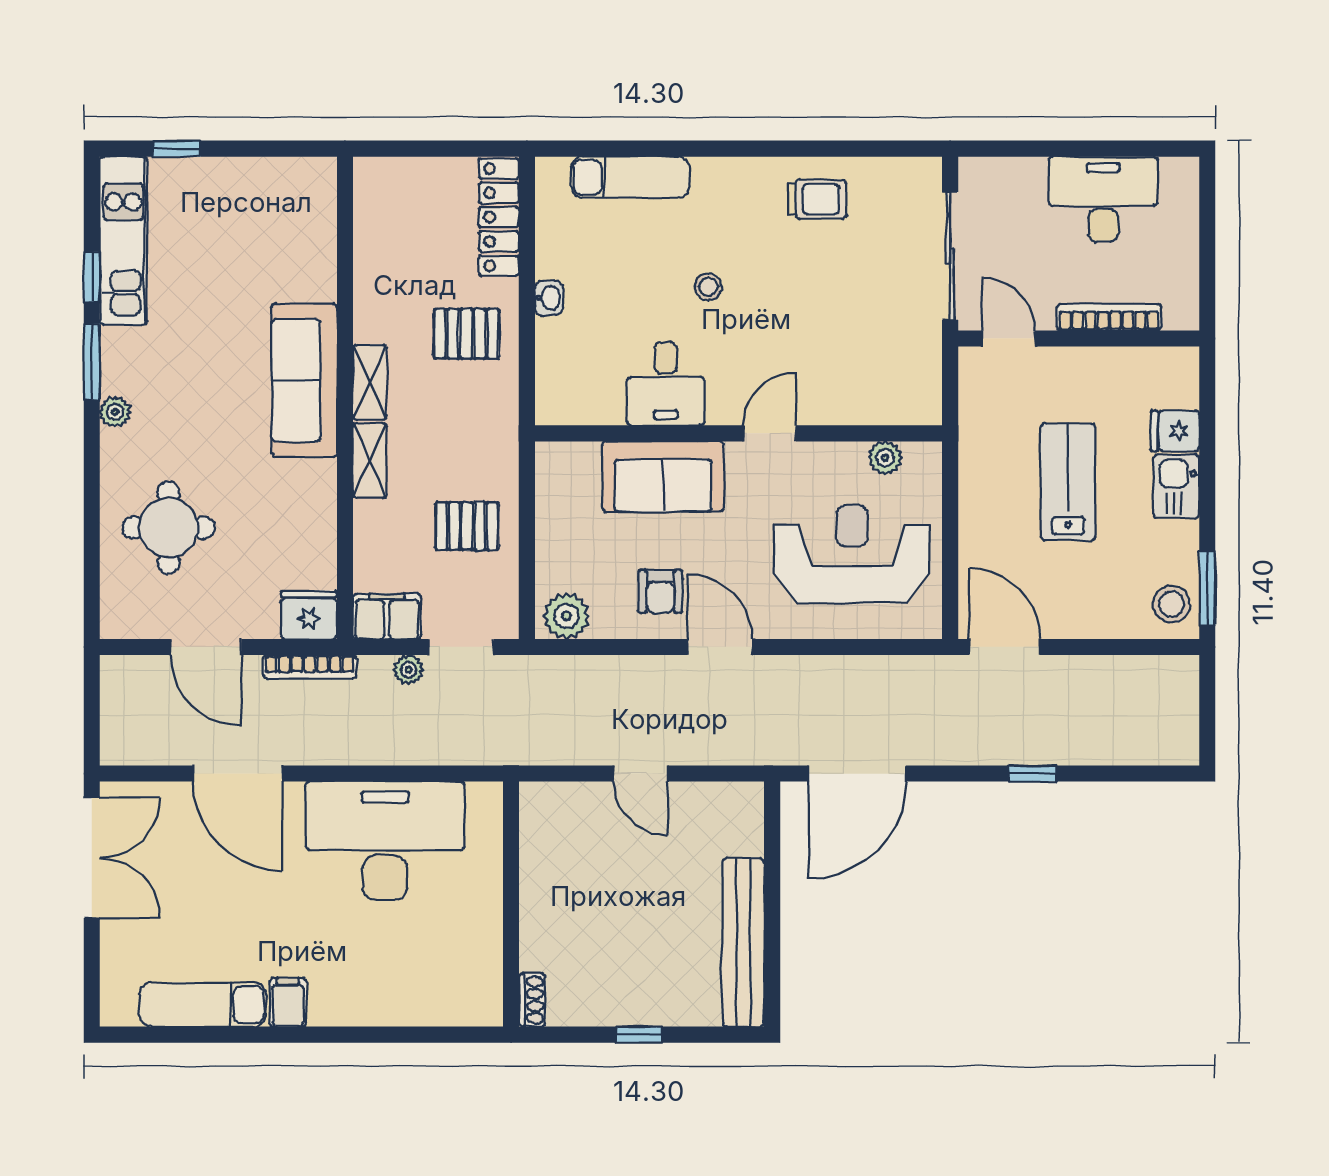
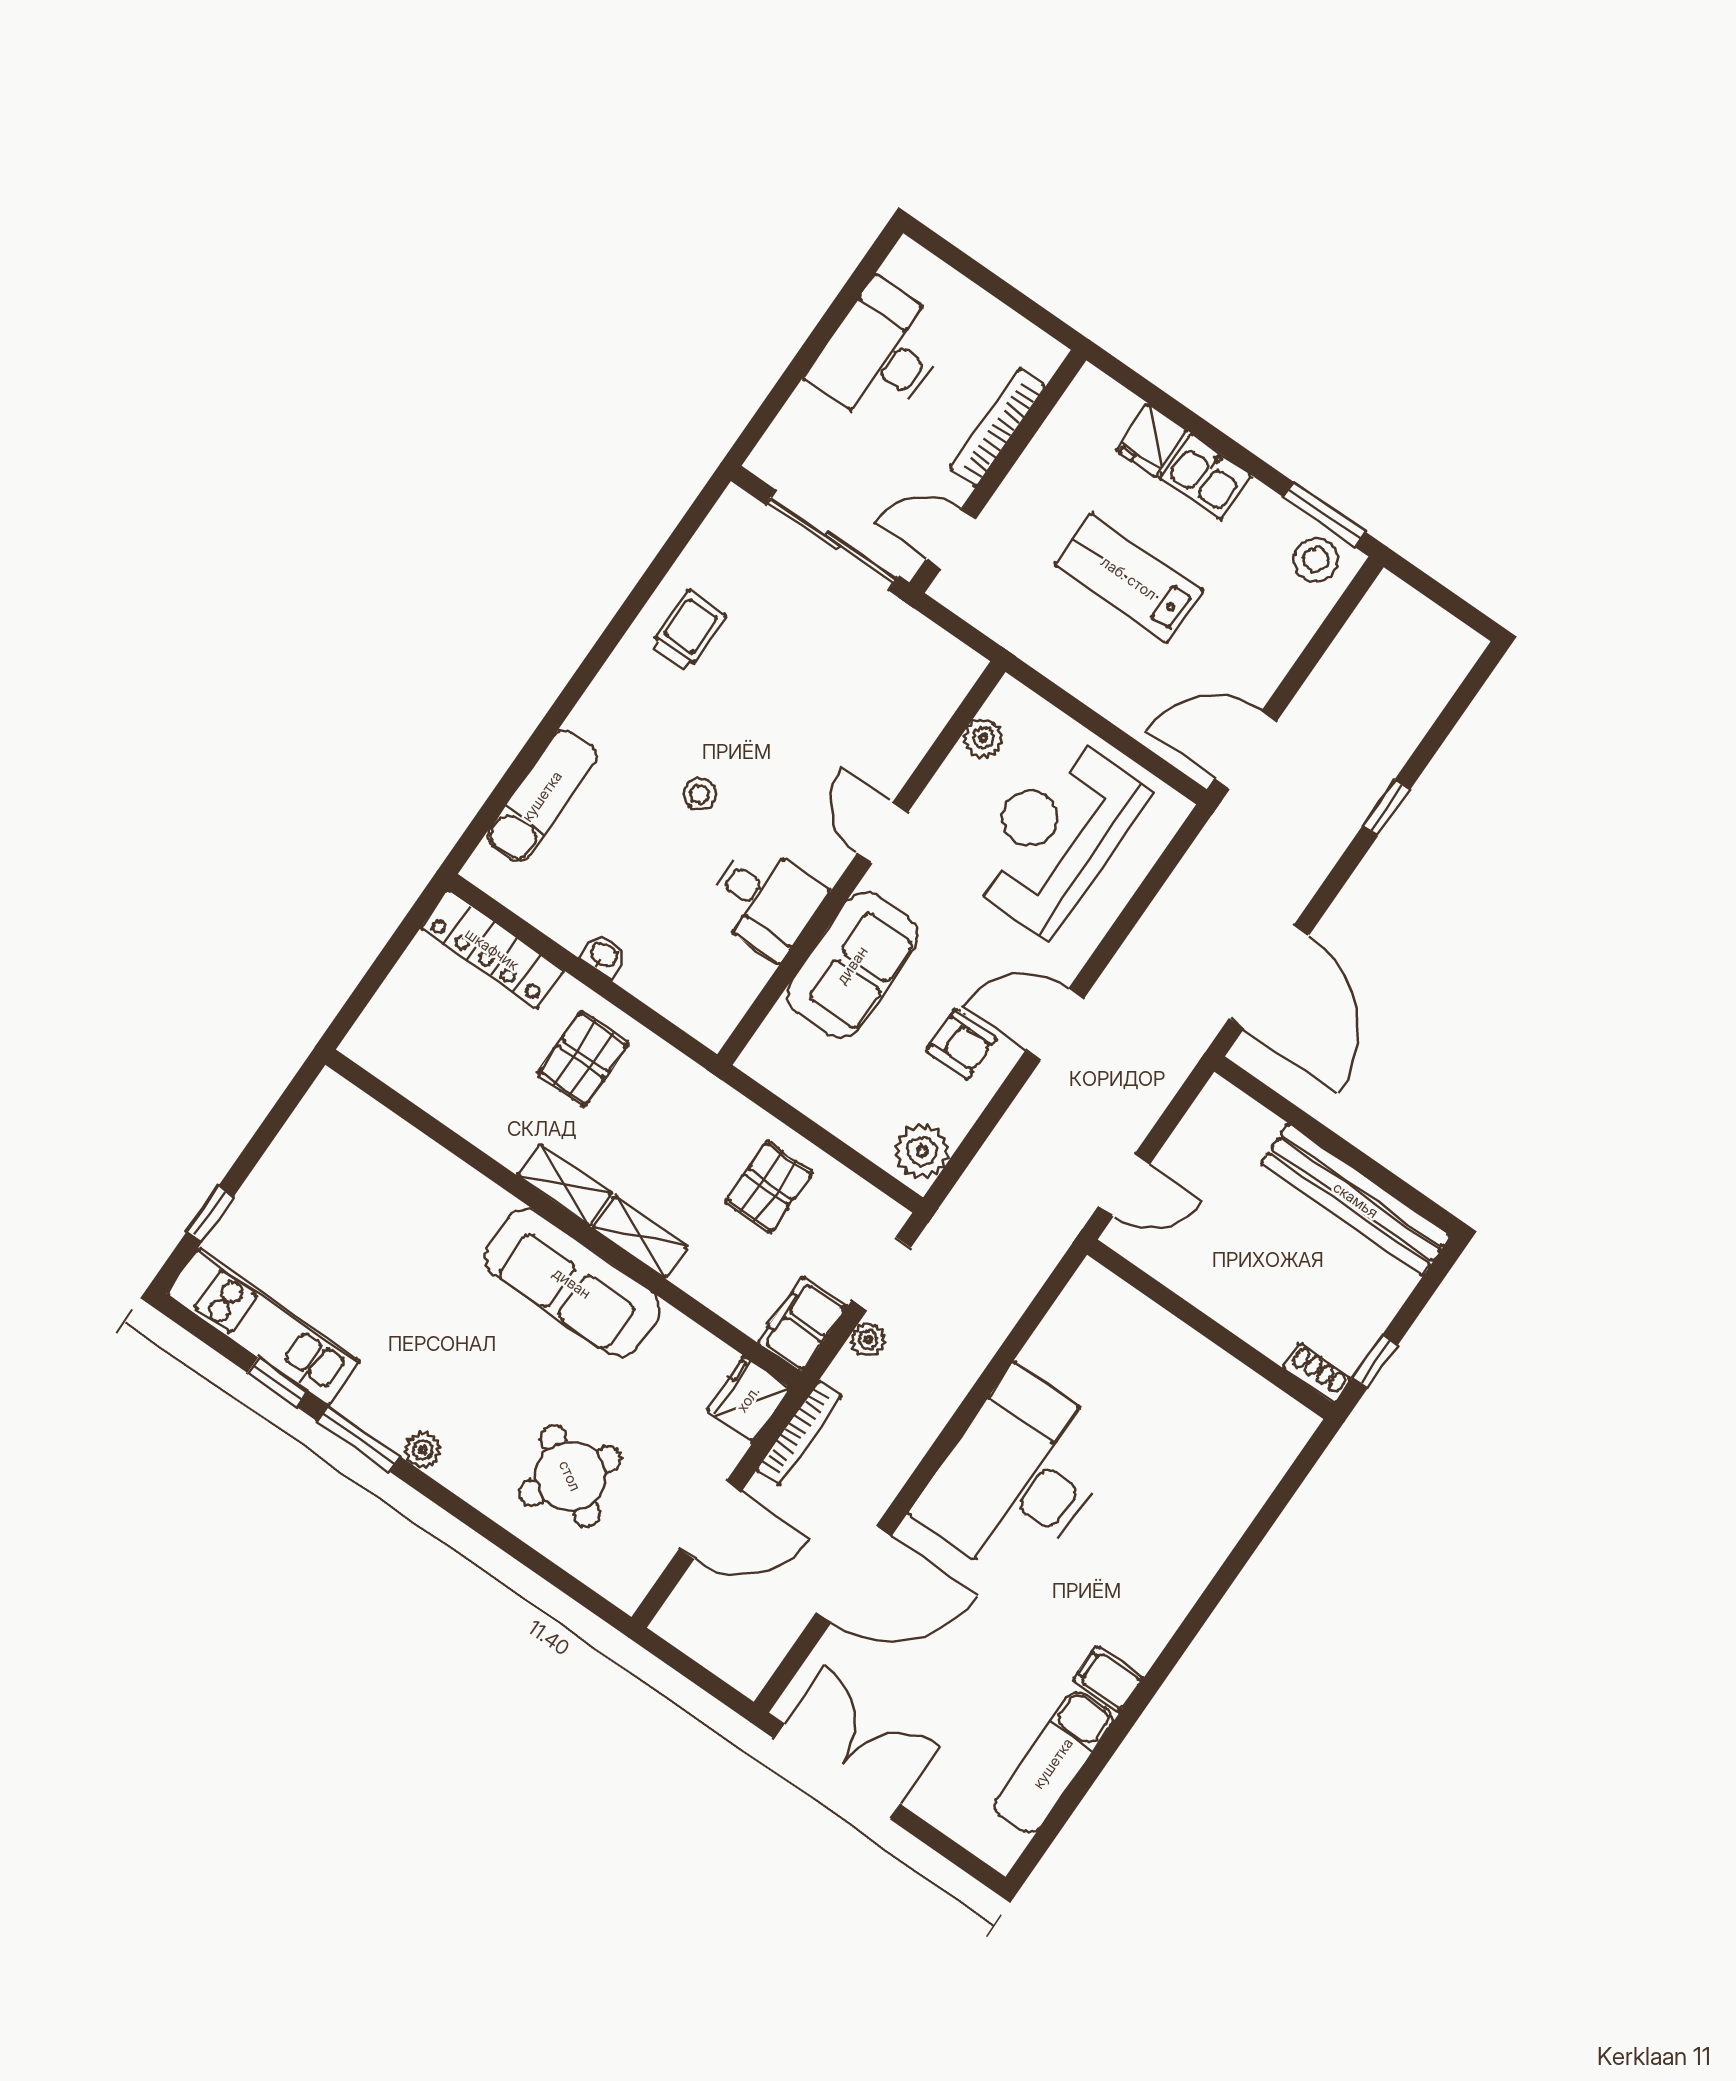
sofa: (304, 380) -> (572, 1283), moved
round table: (169, 528) -> (570, 1476), turned 31
wall: (511, 904) -> (1211, 1329), moved
shoe rack: (532, 1000) -> (1317, 1373), moved

